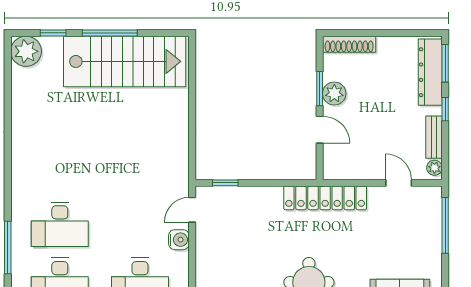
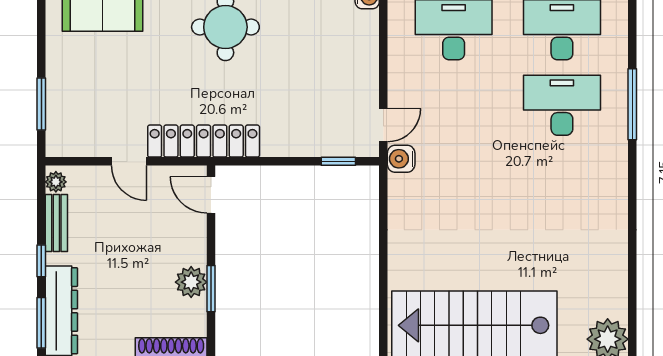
door: (320, 130) -> (211, 195), moved
door: (399, 183) -> (129, 161), moved
window: (445, 225) -> (41, 104), width x0.69
water cooler: (179, 240) -> (401, 159), moved
window: (8, 248) -> (632, 104), moved

